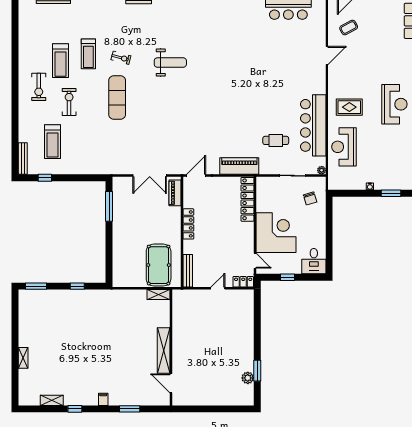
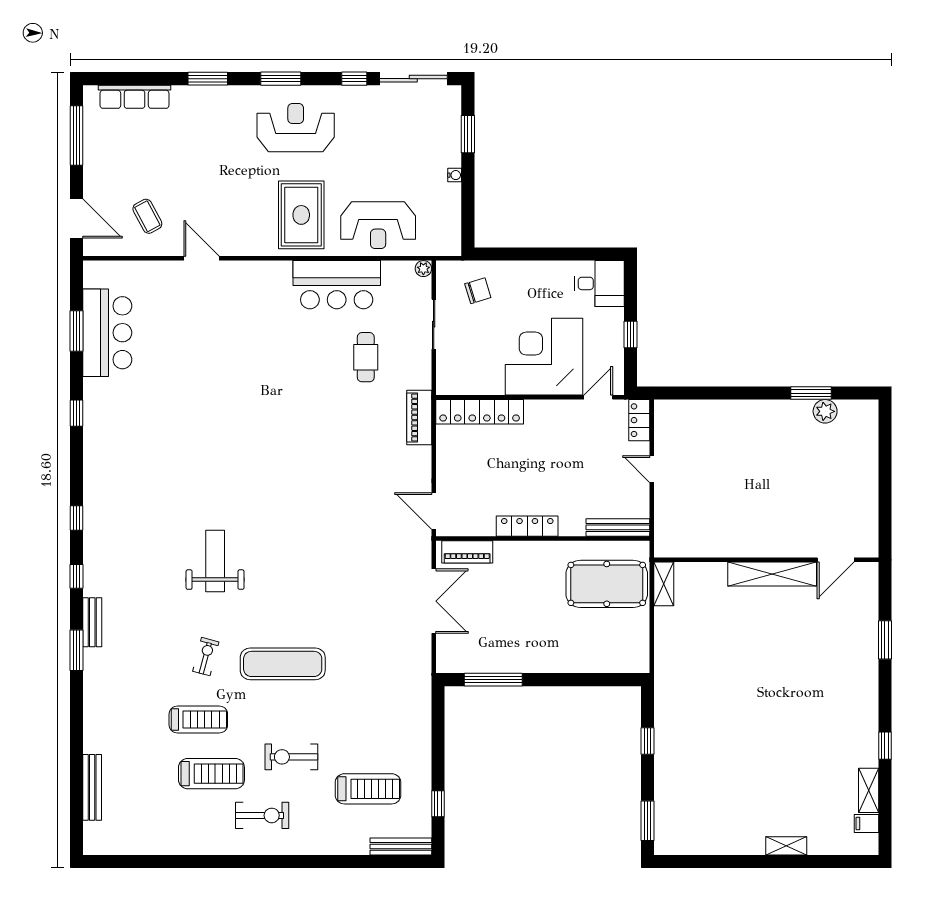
rug: (349, 107) -> (301, 215), width x1.36, depth x1.43
bar counter: (313, 125) -> (337, 285), width x0.73
piano: (239, 166) -> (419, 417), width x0.73, depth x0.75
filing cabinet: (103, 399) -> (866, 823), moved

